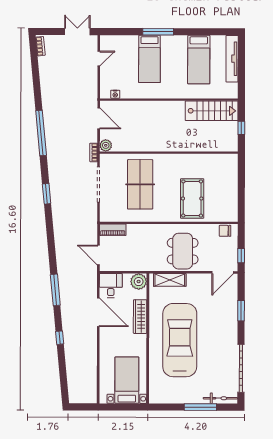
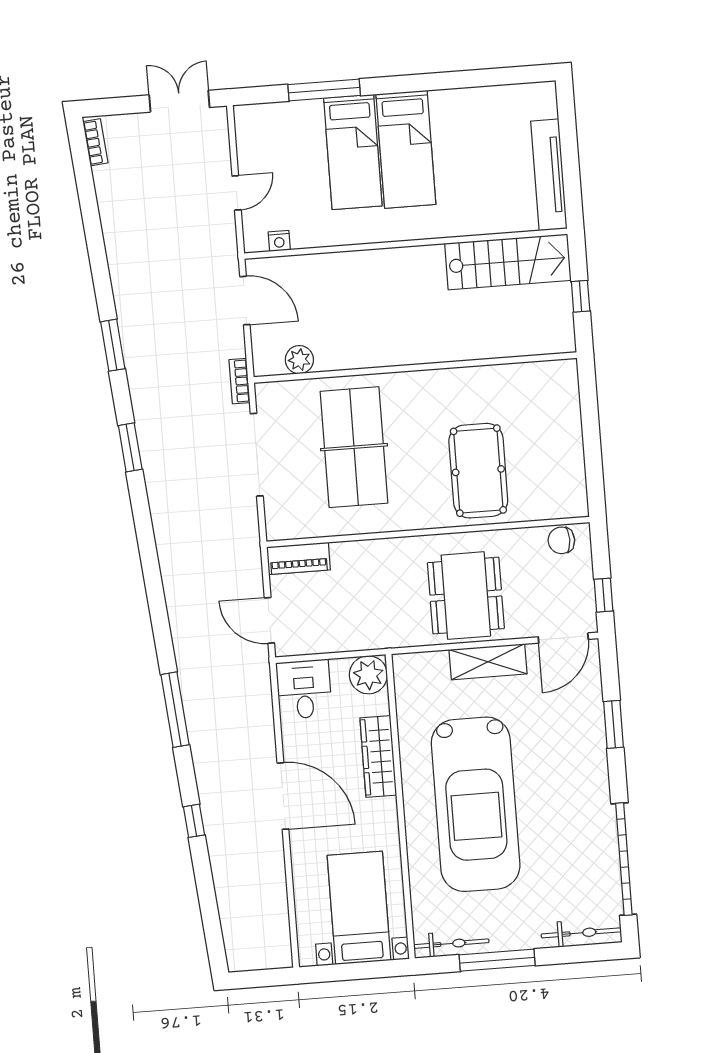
window: (158, 32) -> (324, 90), moved
door: (99, 59) -> (237, 193), moved
tv unit: (232, 59) -> (549, 175), moved
bed: (199, 60) -> (406, 149), moved
window: (41, 133) -> (113, 345), width x0.47
plant: (106, 145) -> (299, 360), moved
window: (47, 194) -> (130, 447), moved
shelving: (170, 280) -> (488, 662), moved
door: (98, 312) -> (283, 796), moved
car: (180, 340) -> (476, 804), turned 180
bicycle: (165, 398) -> (451, 944), added
window: (200, 407) -> (497, 960), moved

